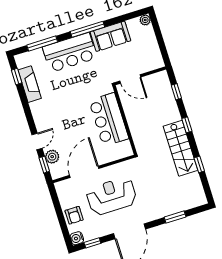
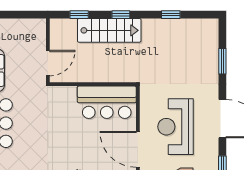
bar counter: (109, 119) -> (107, 102), moved
stairs: (180, 148) -> (109, 30), moved

